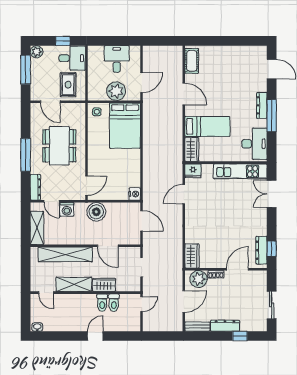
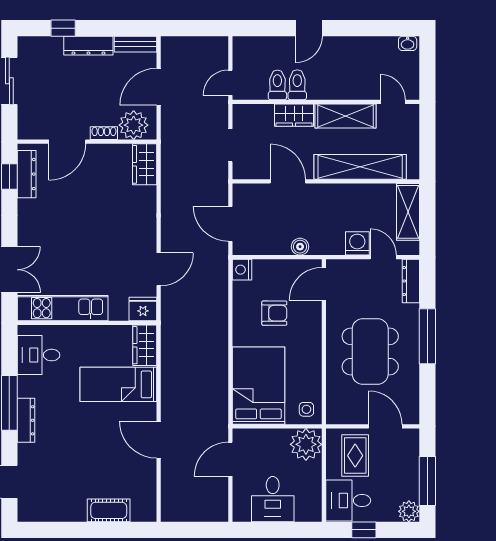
cot: (192, 61) -> (109, 510), moved, turned 90
plant: (116, 91) -> (306, 444), moved
desk: (254, 144) -> (38, 355), width x0.73
armchair: (116, 168) -> (274, 313), added
boiler: (96, 212) -> (300, 247), width x0.54, depth x0.54

